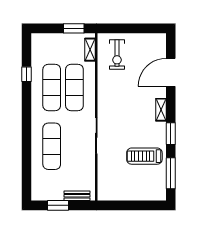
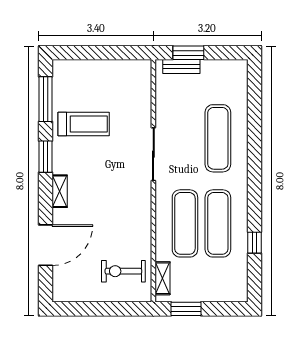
exercise bike: (117, 54) -> (123, 271), turned -90
window: (58, 205) -> (188, 53), moved

